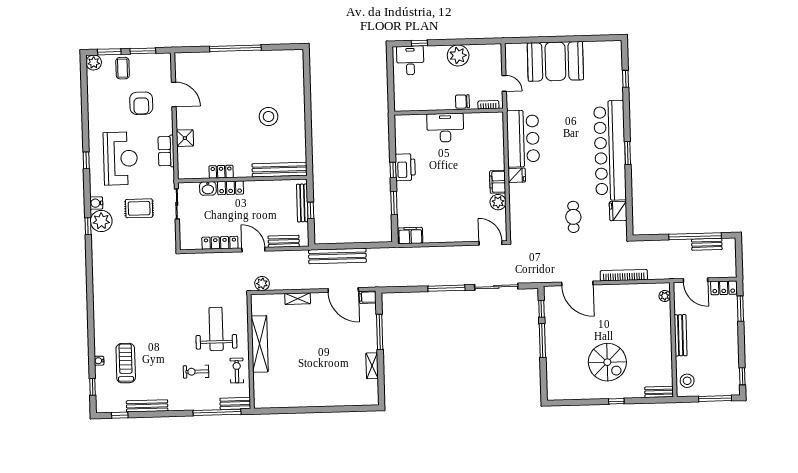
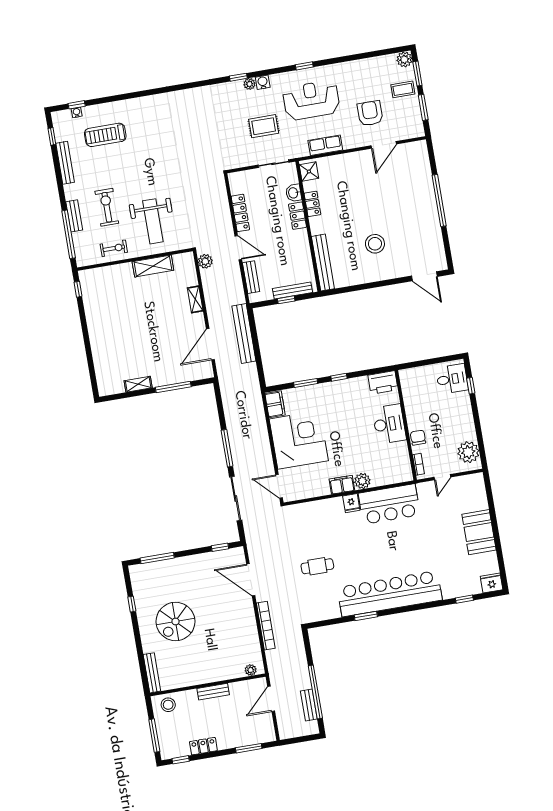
plant: (458, 55) -> (468, 452), moved
booth: (555, 61) -> (479, 532), width x0.73, depth x0.70
door: (307, 73) -> (424, 276), added
armchair: (141, 103) -> (370, 113), turned 90
shower: (185, 138) -> (309, 172), moved
window: (628, 153) -> (366, 616), moved
reception desk: (120, 158) -> (311, 100), turned 180
printer: (405, 167) -> (383, 382), moved
plant: (498, 202) -> (362, 481), moved
rug: (139, 208) -> (264, 126), turned 90
fridge: (618, 211) -> (492, 583), moved
corner desk: (448, 217) -> (299, 440), added
plant: (101, 221) -> (249, 84), width x0.53, depth x0.53
door: (491, 243) -> (279, 486), swing flipped
door: (253, 250) -> (238, 248), hinge flipped
door: (577, 283) -> (251, 580), hinge flipped
locker: (724, 288) -> (203, 746), moved, turned 90
filing cabinet: (368, 297) -> (207, 370), removed
weight bench: (216, 329) -> (153, 221), turned 90
bench: (681, 335) -> (213, 692), width x0.73
window: (542, 340) -> (157, 558), moved
shelving: (260, 344) -> (153, 266), width x0.68
water cooler: (99, 361) -> (77, 112), moved
treadmill: (126, 363) -> (105, 135), turned 180
exercise bike: (196, 372) -> (107, 207), width x1.38, depth x1.39
bench: (659, 392) -> (152, 673), width x1.36
window: (616, 401) -> (132, 604), moved
bench: (235, 403) -> (74, 216), moved
window: (272, 411) -> (78, 289), added

